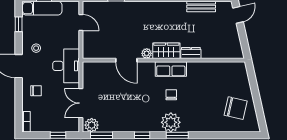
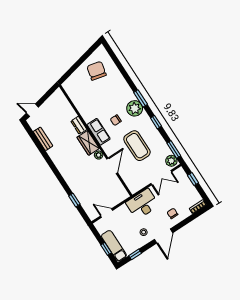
door: (81, 22) -> (107, 213), hinge flipped
coffee table: (131, 100) -> (137, 146), added

